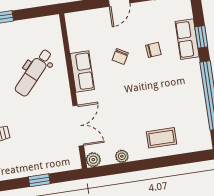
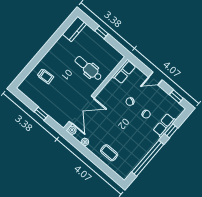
row of seats: (82, 71) -> (124, 71), moved
dental chair: (34, 73) -> (88, 68), turned 48
double door: (78, 126) -> (82, 110), width x1.37

